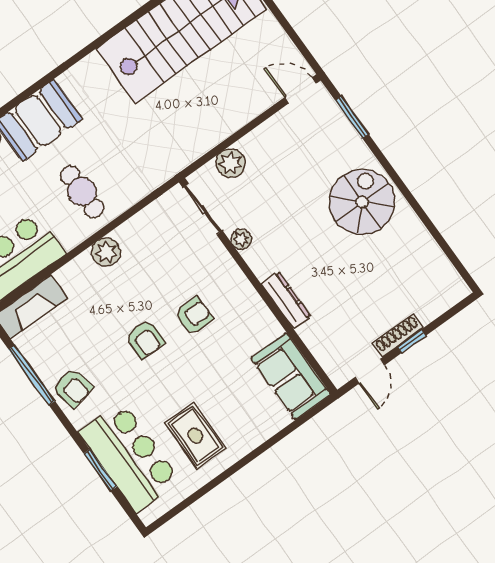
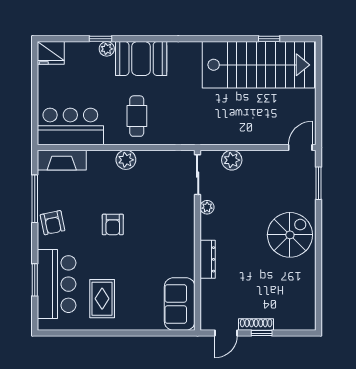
door: (300, 90) -> (300, 147), hinge flipped
armchair: (194, 316) -> (149, 231), removed

